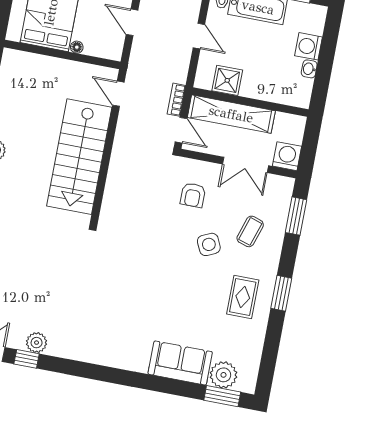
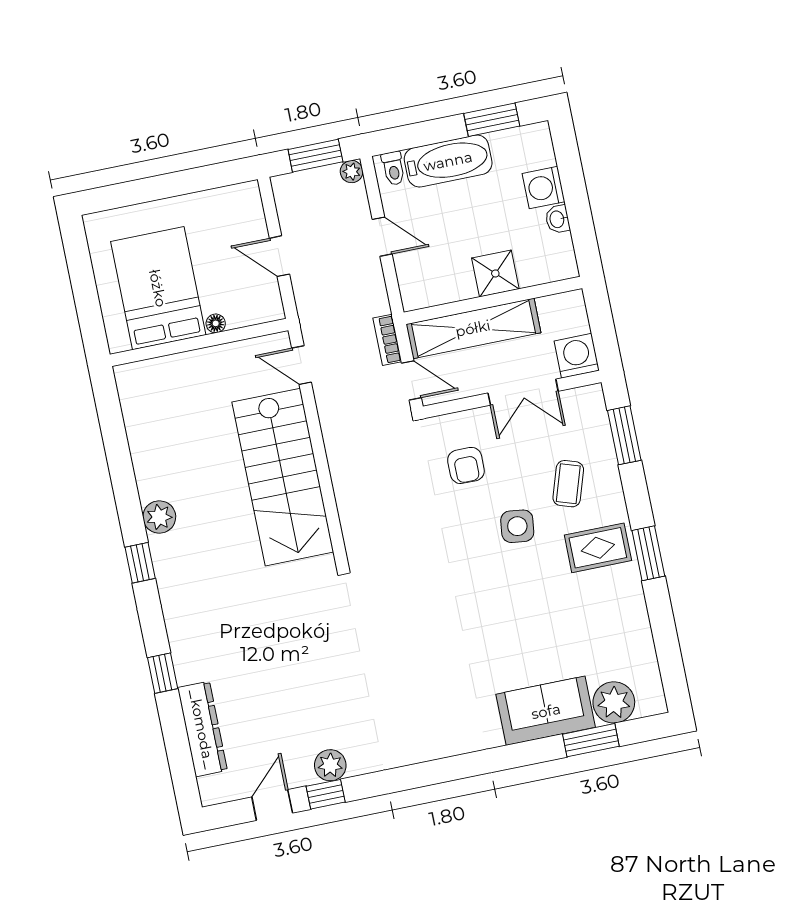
shower: (227, 80) -> (495, 273), moved
side table: (209, 244) -> (517, 526), turned 32
rug: (243, 297) -> (598, 548), moved, turned 90
window: (222, 396) -> (591, 740), moved

